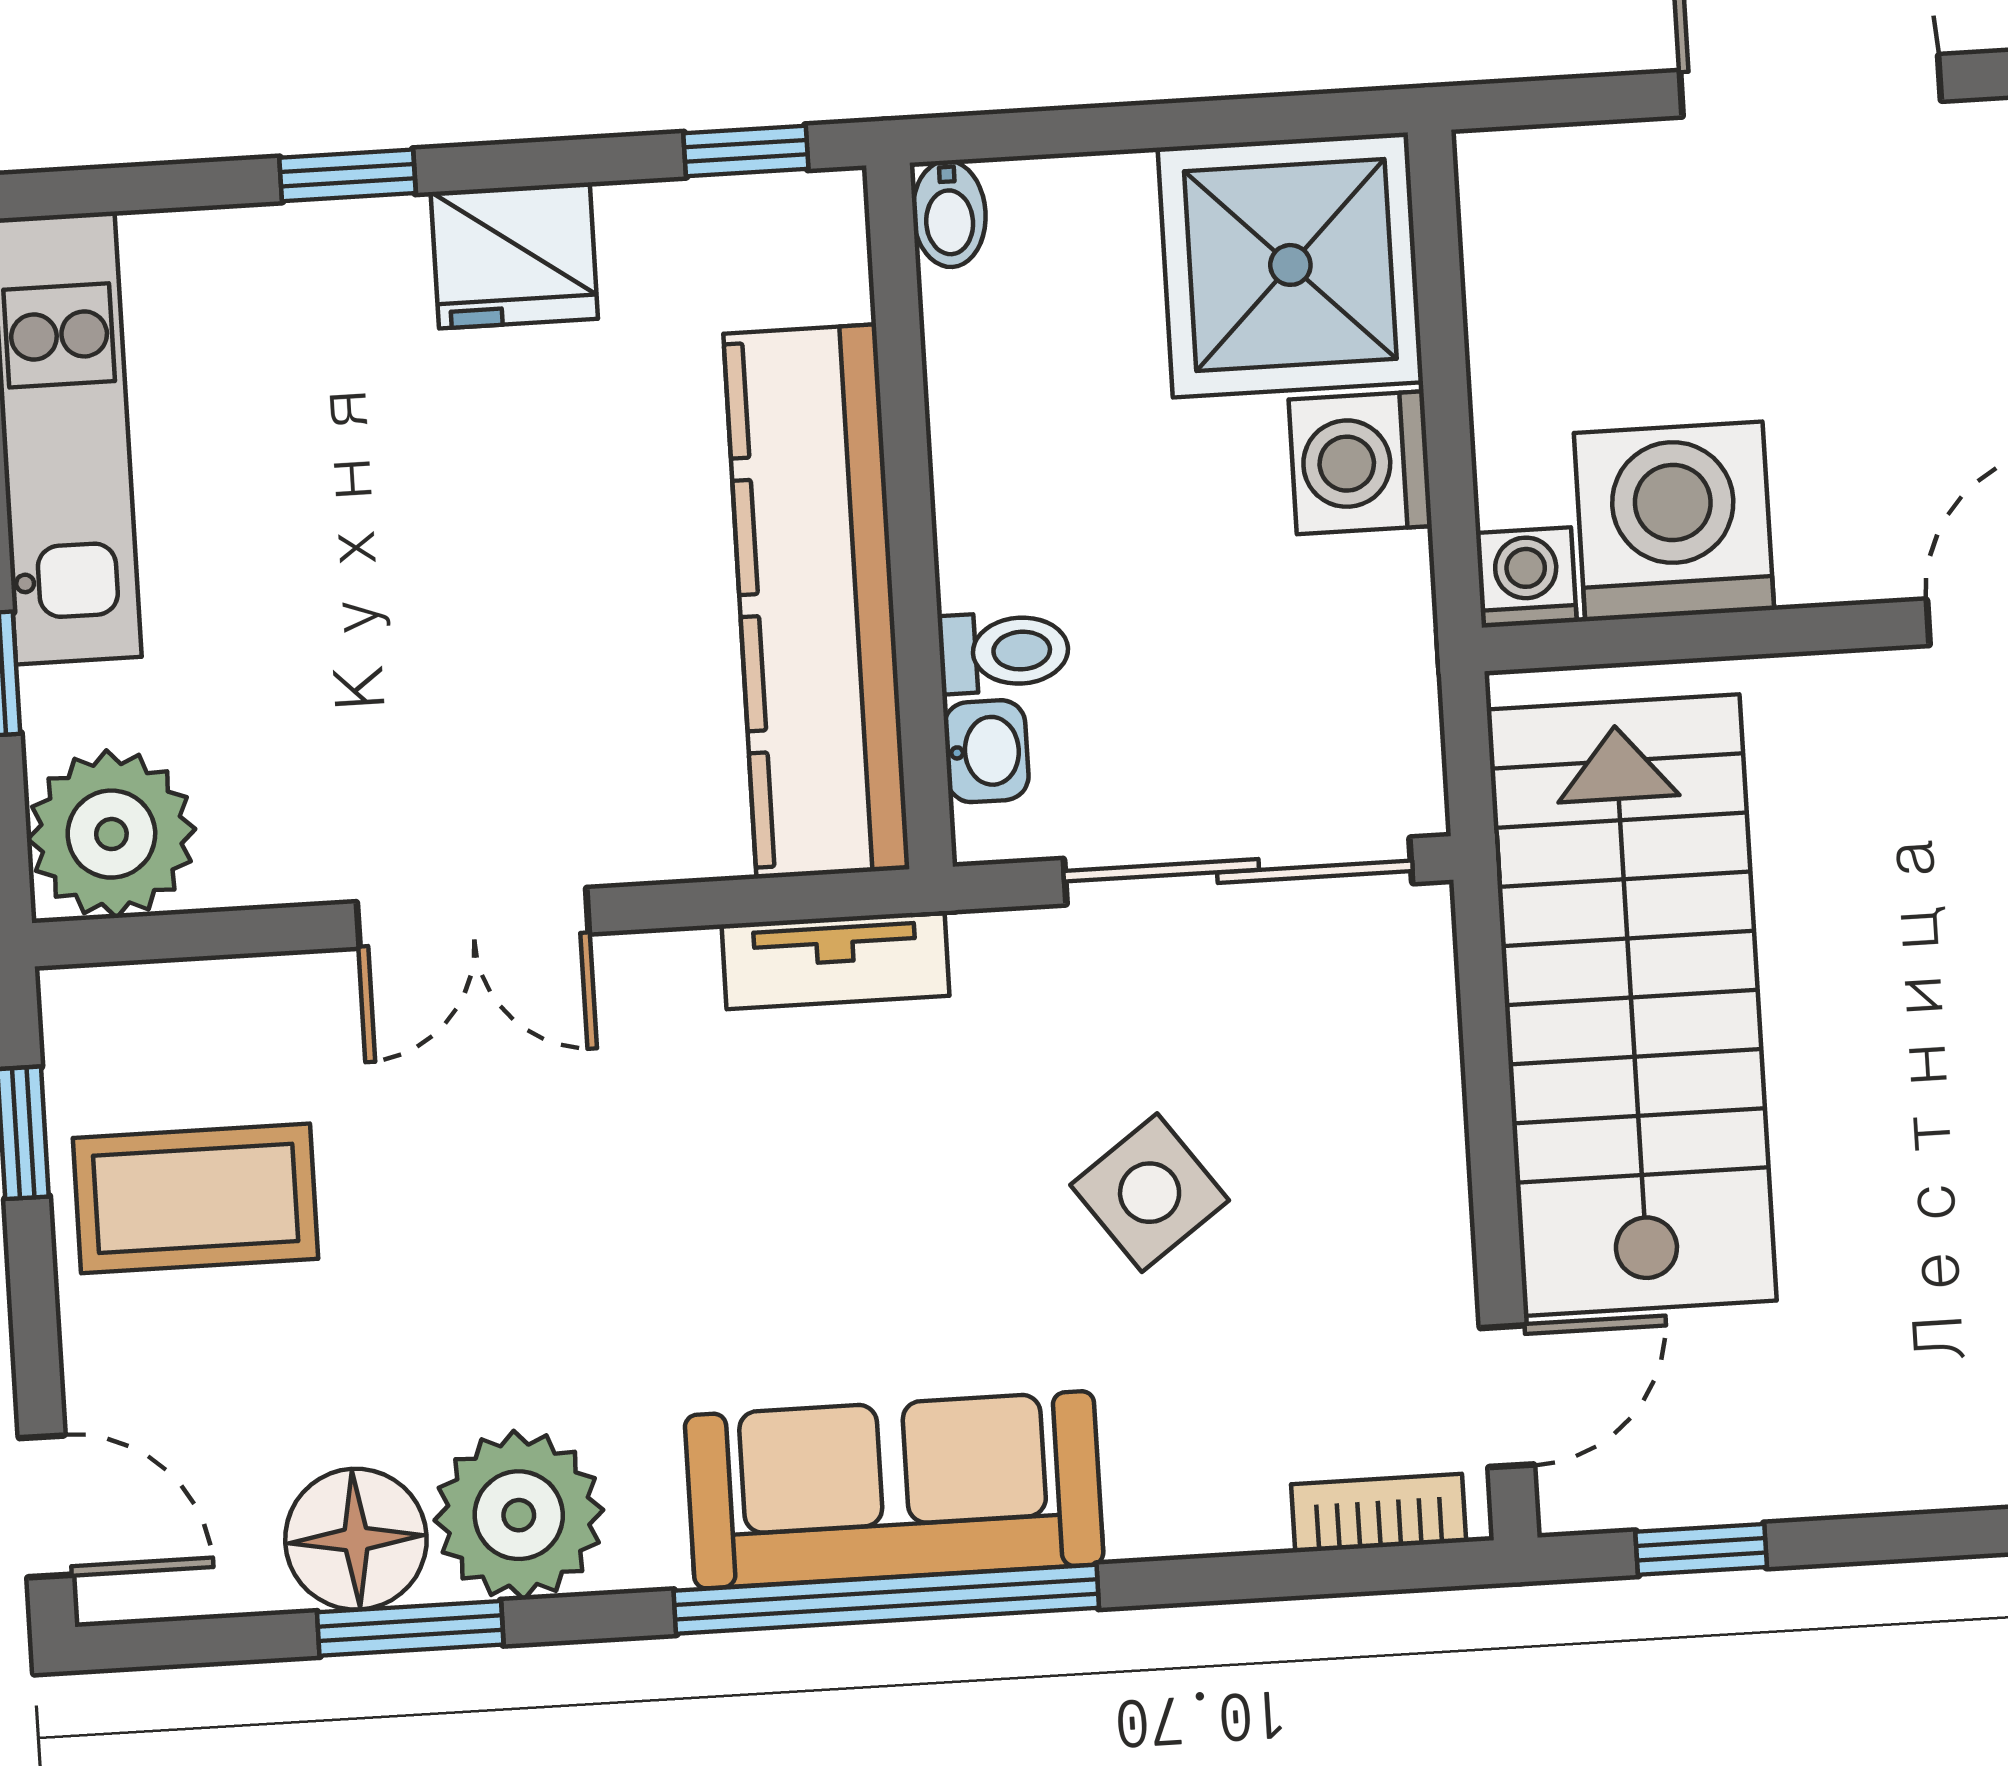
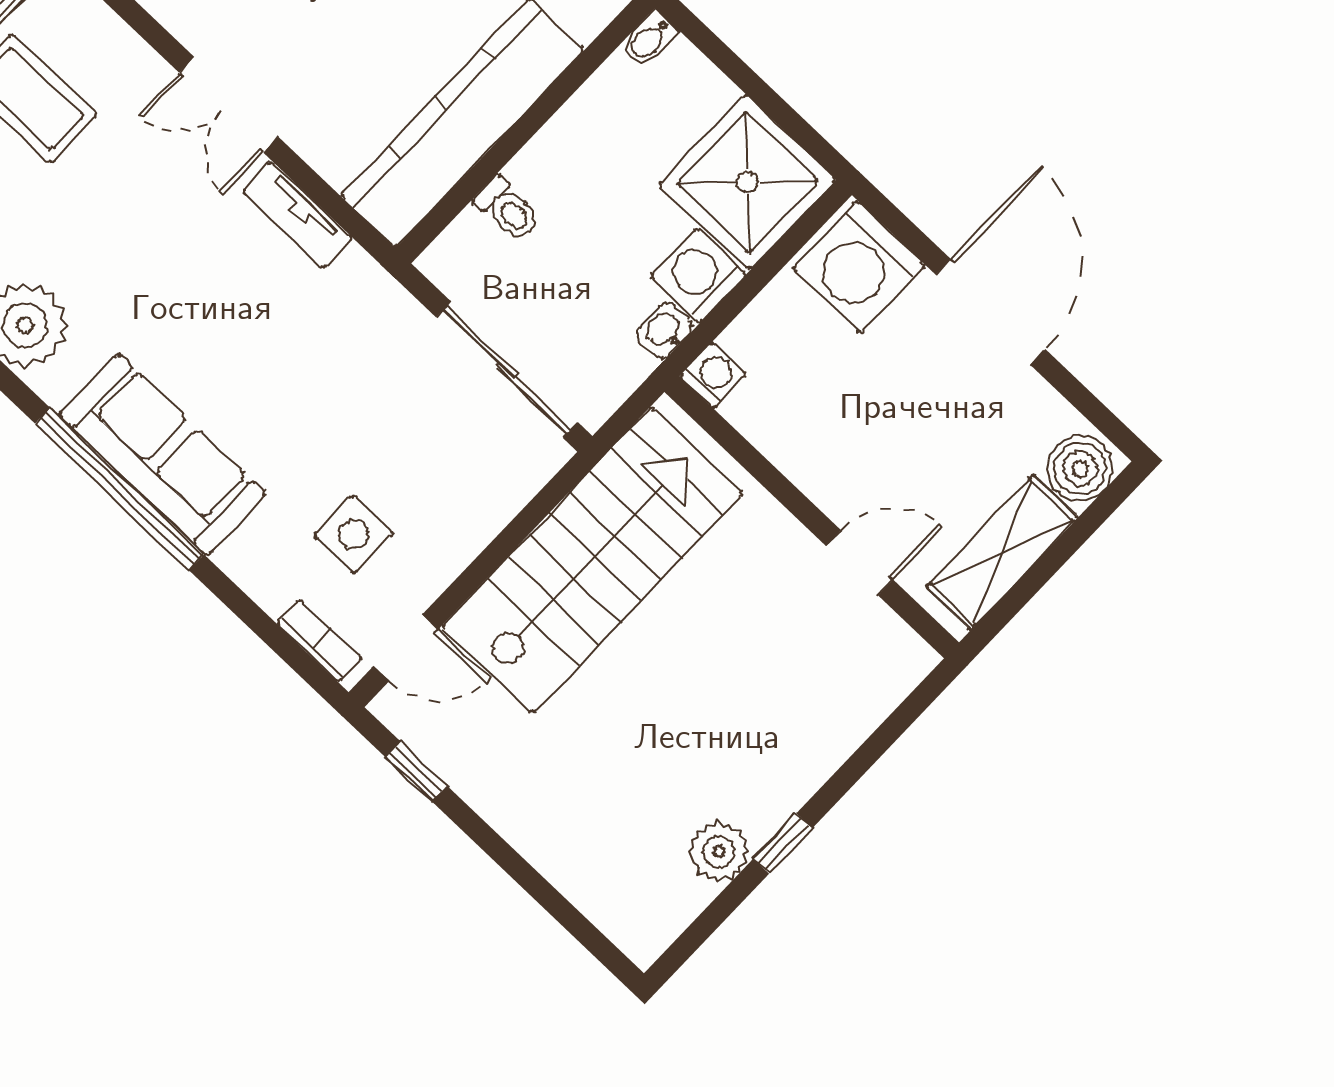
washing machine: (1674, 521) -> (859, 267), moved, turned 180
washbasin: (986, 751) -> (665, 331), moved, turned 180
tv unit: (835, 960) -> (297, 215), moved
side table: (1150, 1193) -> (354, 534), moved, turned 36

